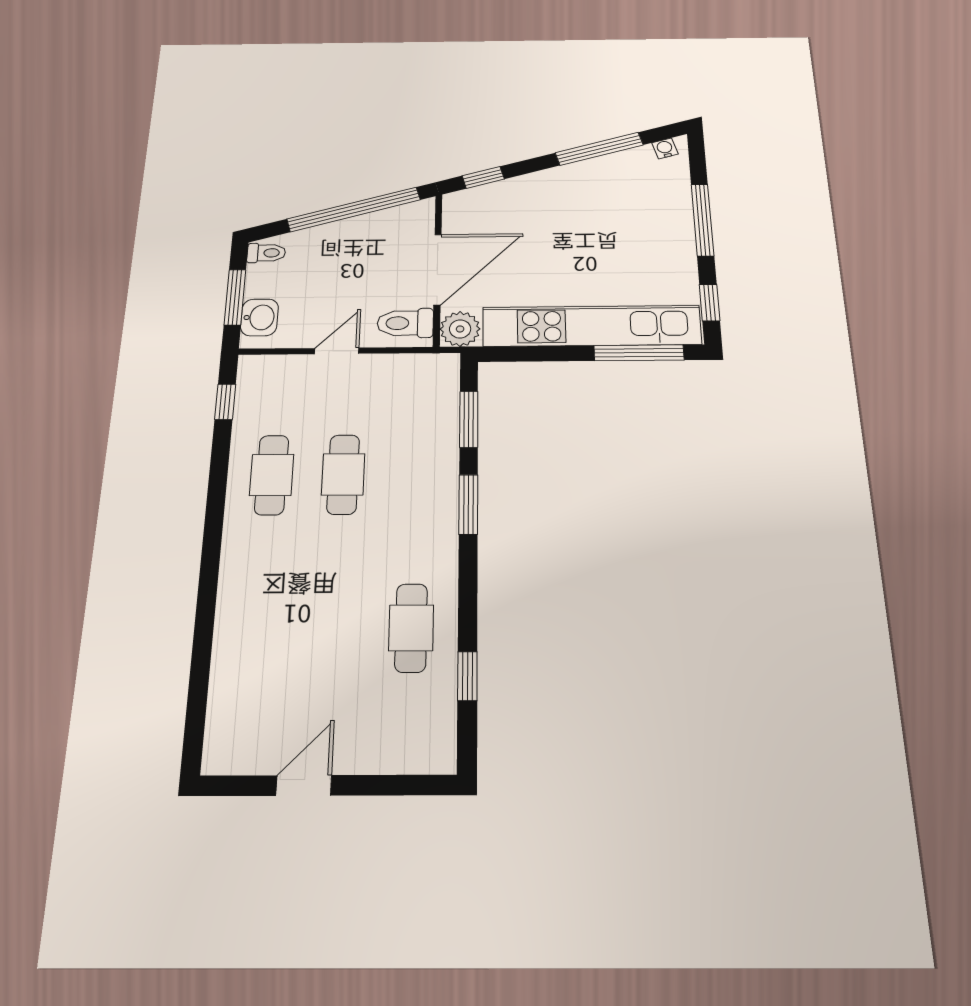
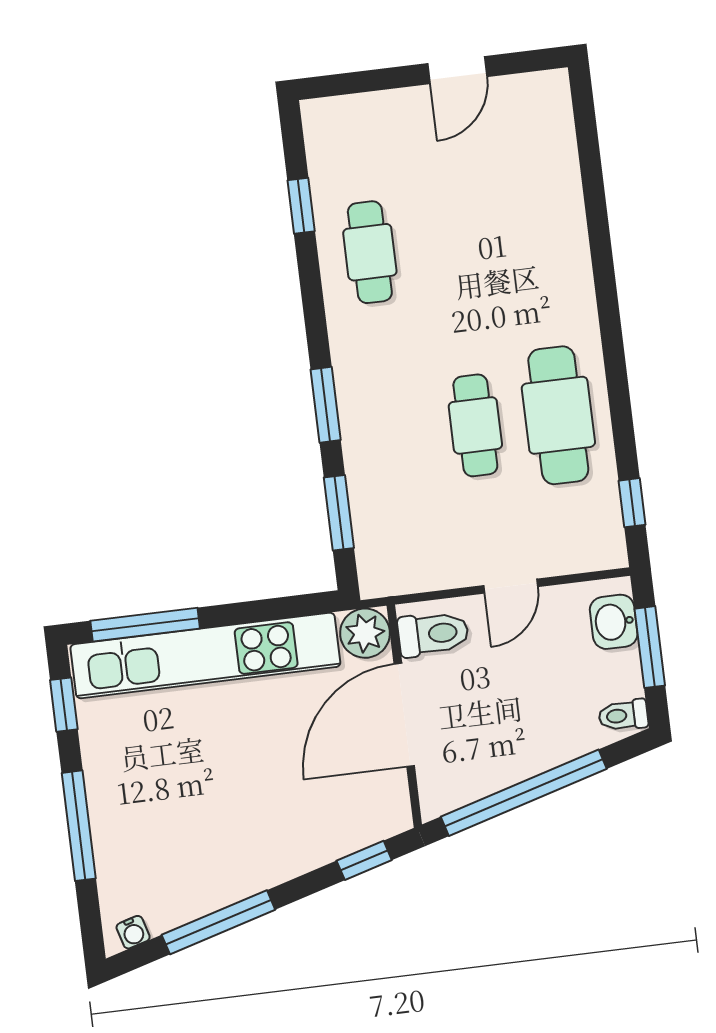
cafe table: (272, 475) -> (558, 415), width x1.37, depth x1.35

